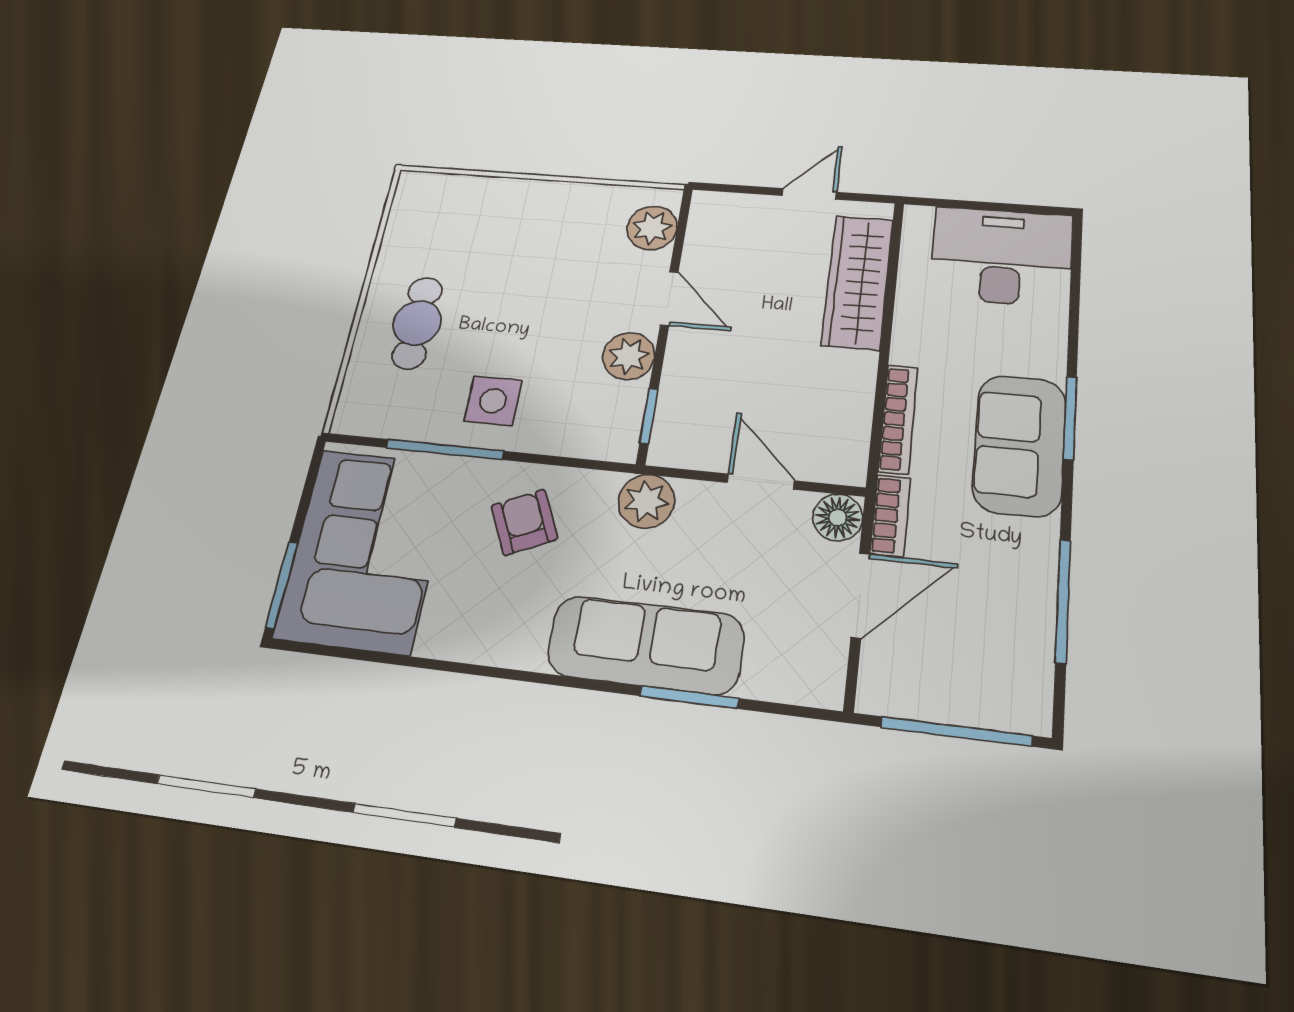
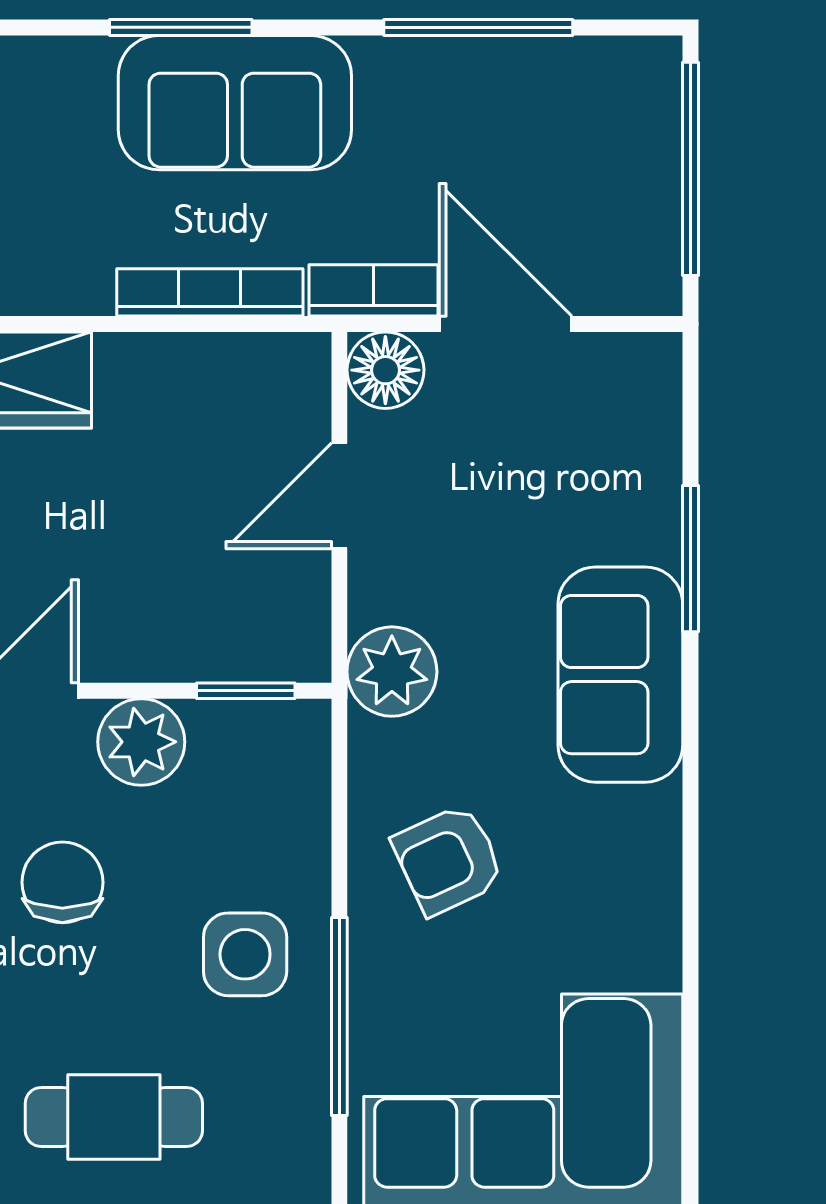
chair: (555, 308) -> (62, 882), added
sofa: (646, 645) -> (620, 675), width x0.73

